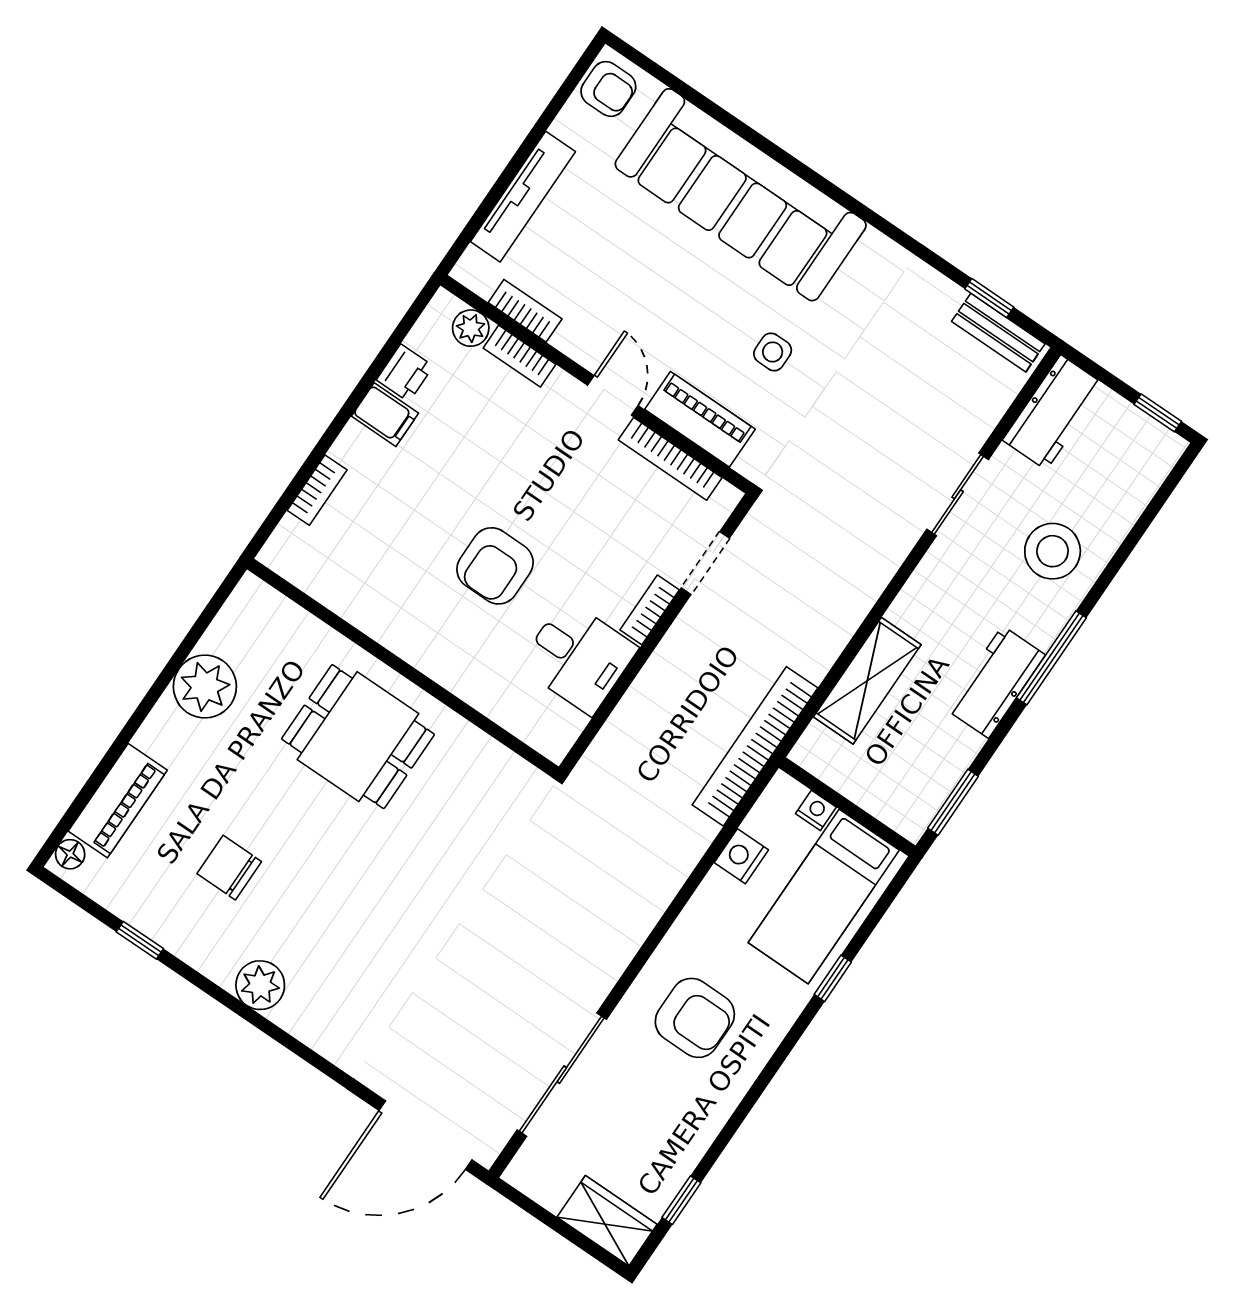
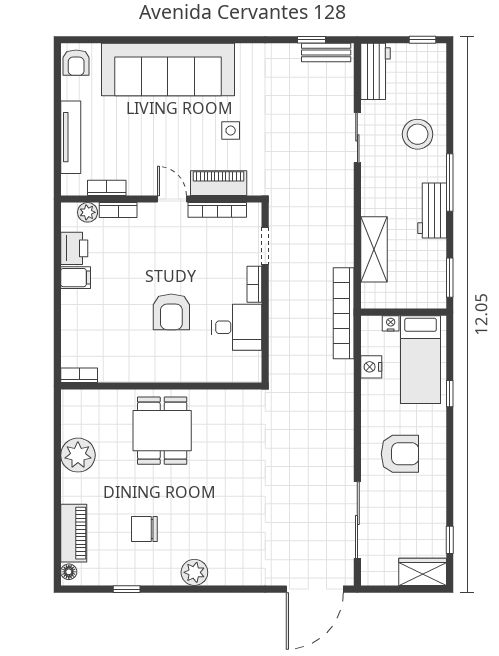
armchair: (608, 89) -> (76, 63), turned 90
printer: (405, 373) -> (74, 248), width x1.36, depth x1.24
bookcase: (317, 490) -> (79, 375), moved, turned -90
dining table: (358, 737) -> (162, 431), turned 90

